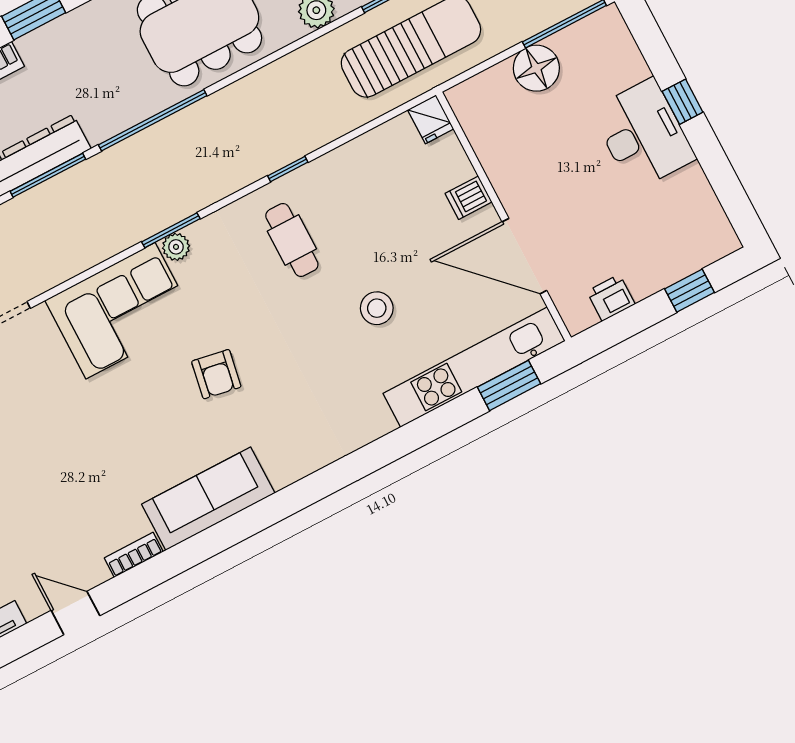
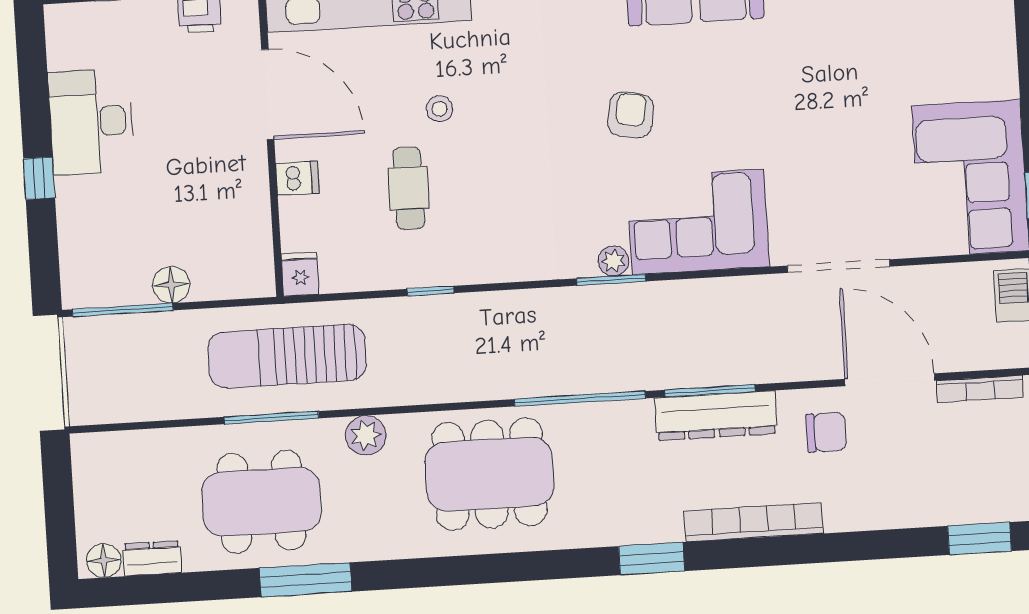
floor lamp: (536, 68) -> (171, 285), width x0.73, depth x0.73
desk: (643, 134) -> (91, 122), moved
window: (288, 169) -> (431, 291), moved
cafe table: (292, 240) -> (409, 188), moved
stool: (377, 308) -> (440, 109), width x0.73, depth x0.73

